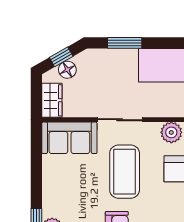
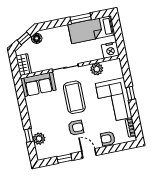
window: (125, 43) -> (81, 18), moved
floor lamp: (67, 70) -> (37, 38), moved

